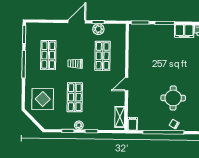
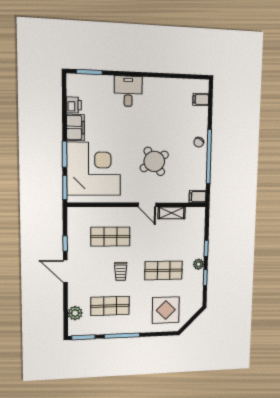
plant: (98, 29) -> (75, 313), moved
corner desk: (154, 44) -> (94, 169), added
round table: (173, 98) -> (154, 161), moved, turned -33
shelving: (120, 117) -> (172, 213), moved

